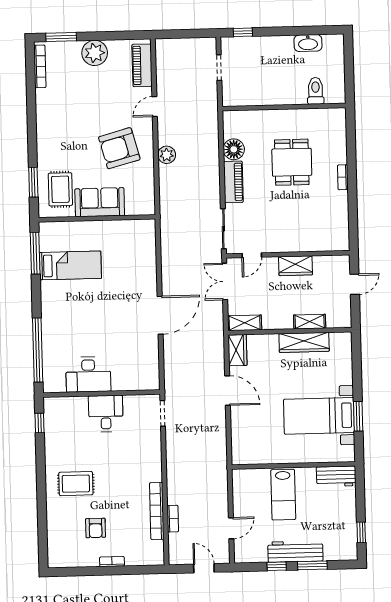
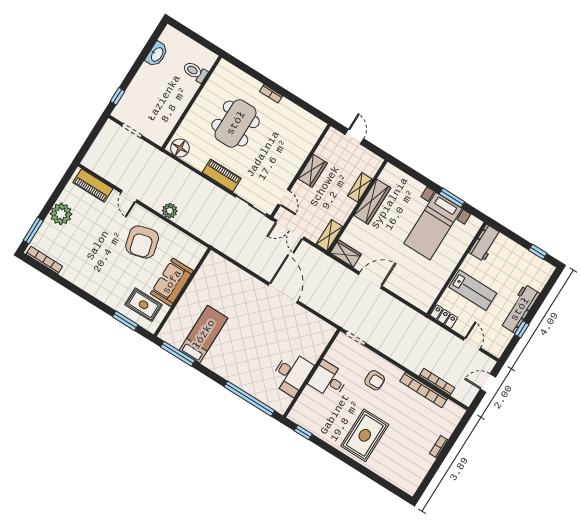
floor lamp: (234, 149) -> (180, 148), moved
dining table: (292, 162) -> (236, 123), width x1.38
rug: (76, 484) -> (365, 435), width x1.36, depth x1.43
locker: (240, 484) -> (444, 317), added
bookcase: (173, 519) -> (437, 382), width x1.56
armchair: (96, 528) -> (375, 380), moved
window: (312, 565) -> (538, 303), removed

